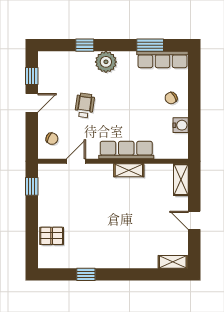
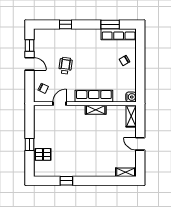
plant: (106, 62) -> (80, 36), removed
door: (32, 103) -> (29, 64), hinge flipped
water cooler: (181, 125) -> (131, 97), moved
window: (32, 186) -> (29, 145), moved

